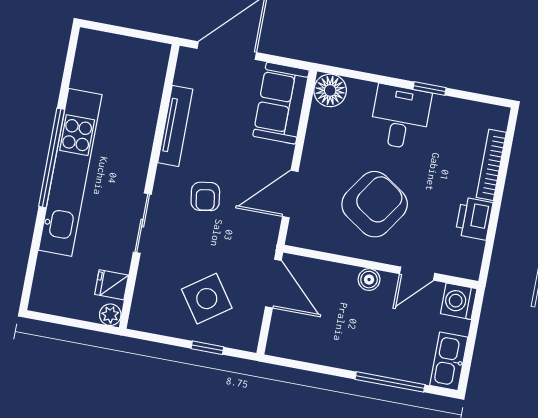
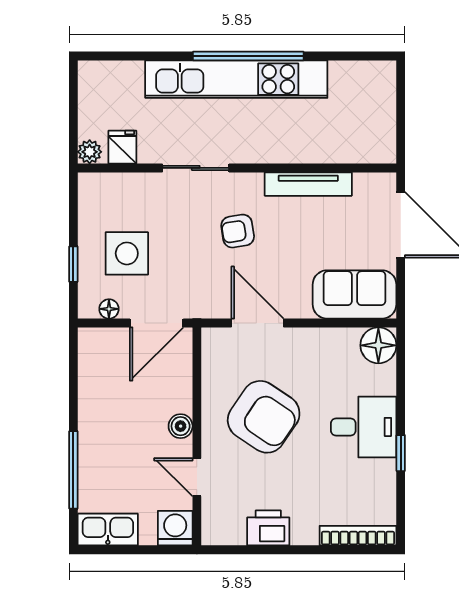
bookcase: (491, 165) -> (358, 536), moved
side table: (207, 299) -> (127, 253), turned 35
floor lamp: (253, 324) -> (109, 309), added

